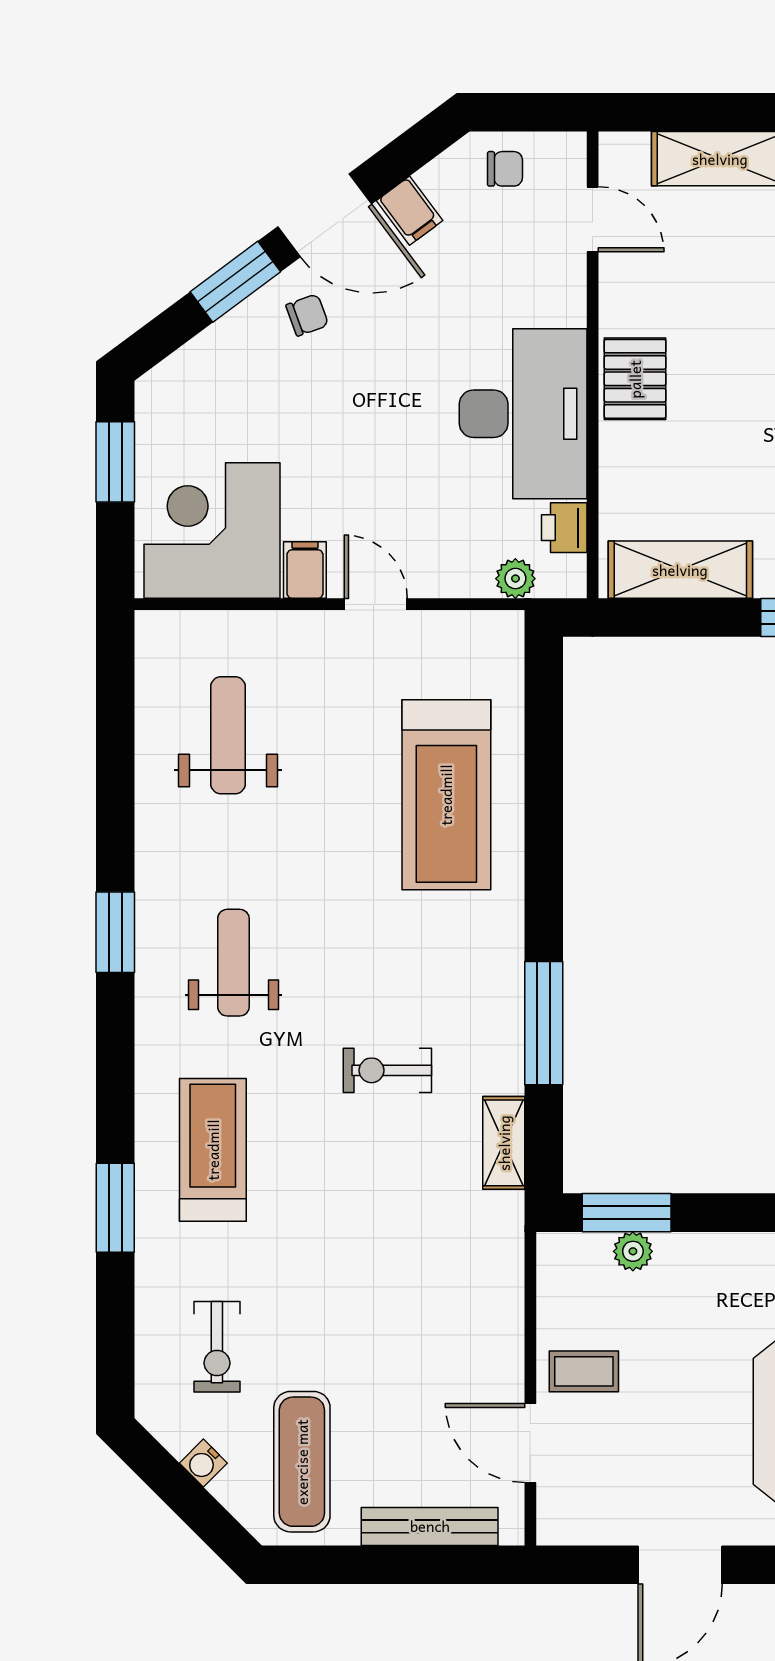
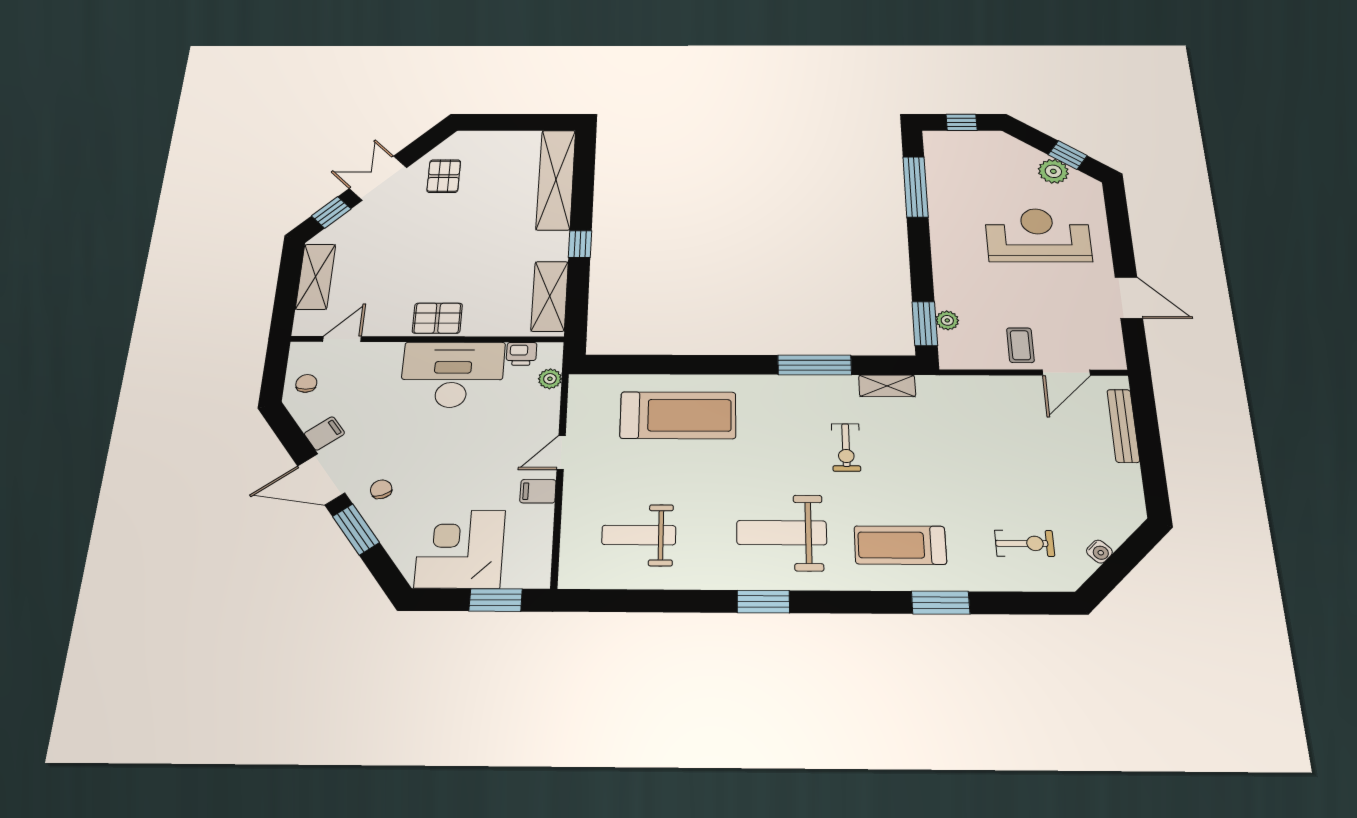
door: (325, 215) -> (321, 479), swing flipped
window: (115, 462) -> (496, 600), moved
corner desk: (212, 531) -> (460, 549), moved, turned 90
weight bench: (233, 963) -> (782, 533), width x1.36, depth x1.33
exercise mat: (302, 1462) -> (1092, 495), removed

